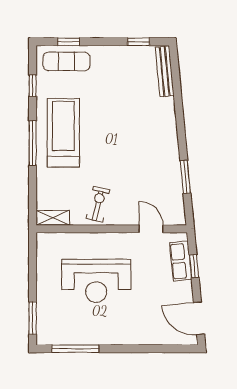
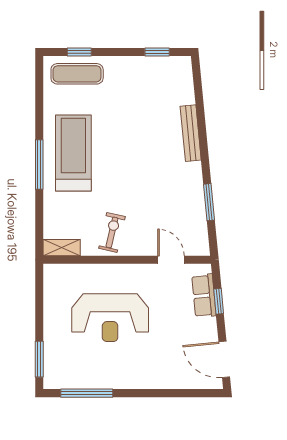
bench: (165, 71) -> (191, 133), moved
window: (33, 86) -> (39, 101), removed

